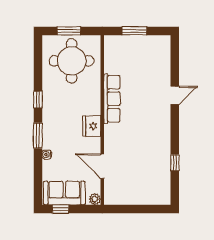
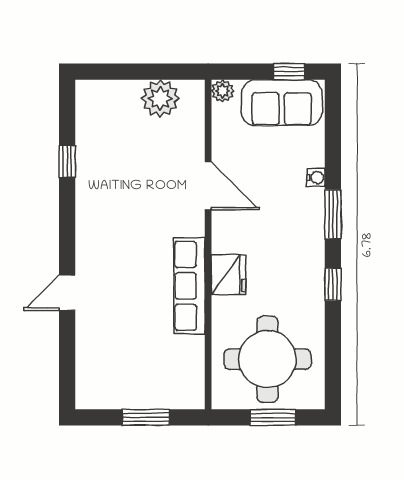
fridge: (92, 126) -> (228, 275), moved
door: (102, 166) -> (208, 186), moved
plant: (127, 195) -> (160, 98), added

